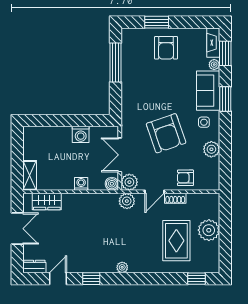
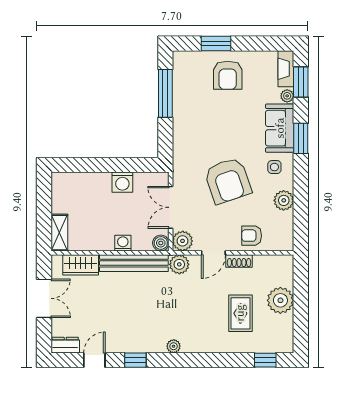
bench: (90, 200) -> (134, 263), added
rug: (176, 241) -> (240, 313), width x0.73, depth x0.70

